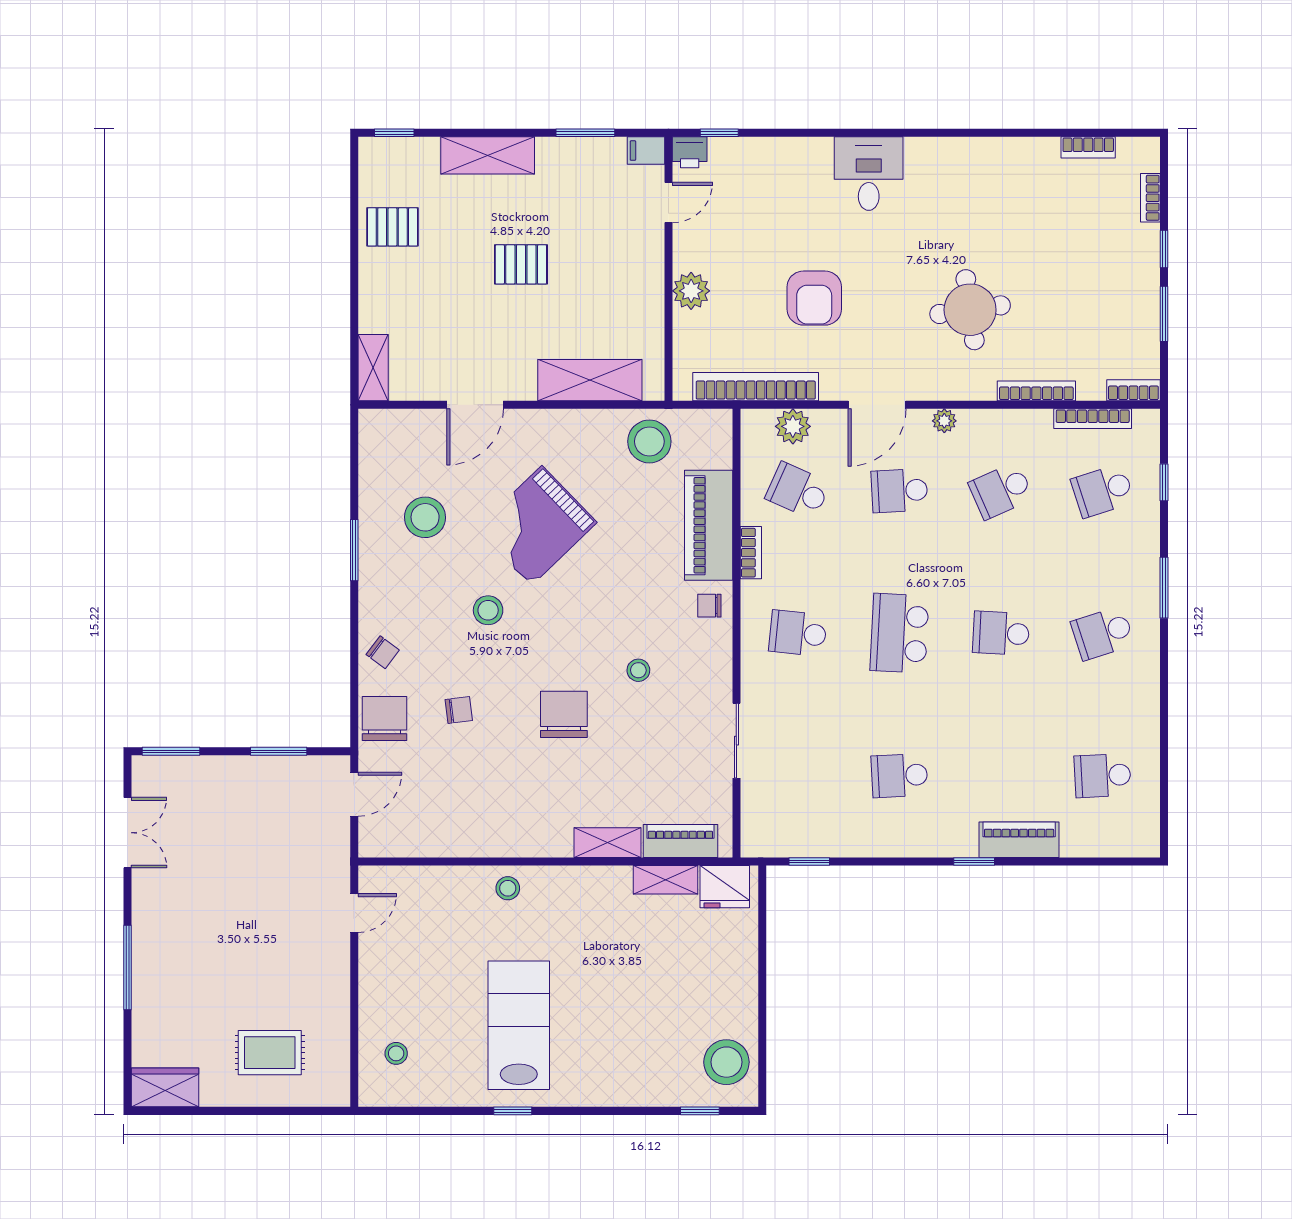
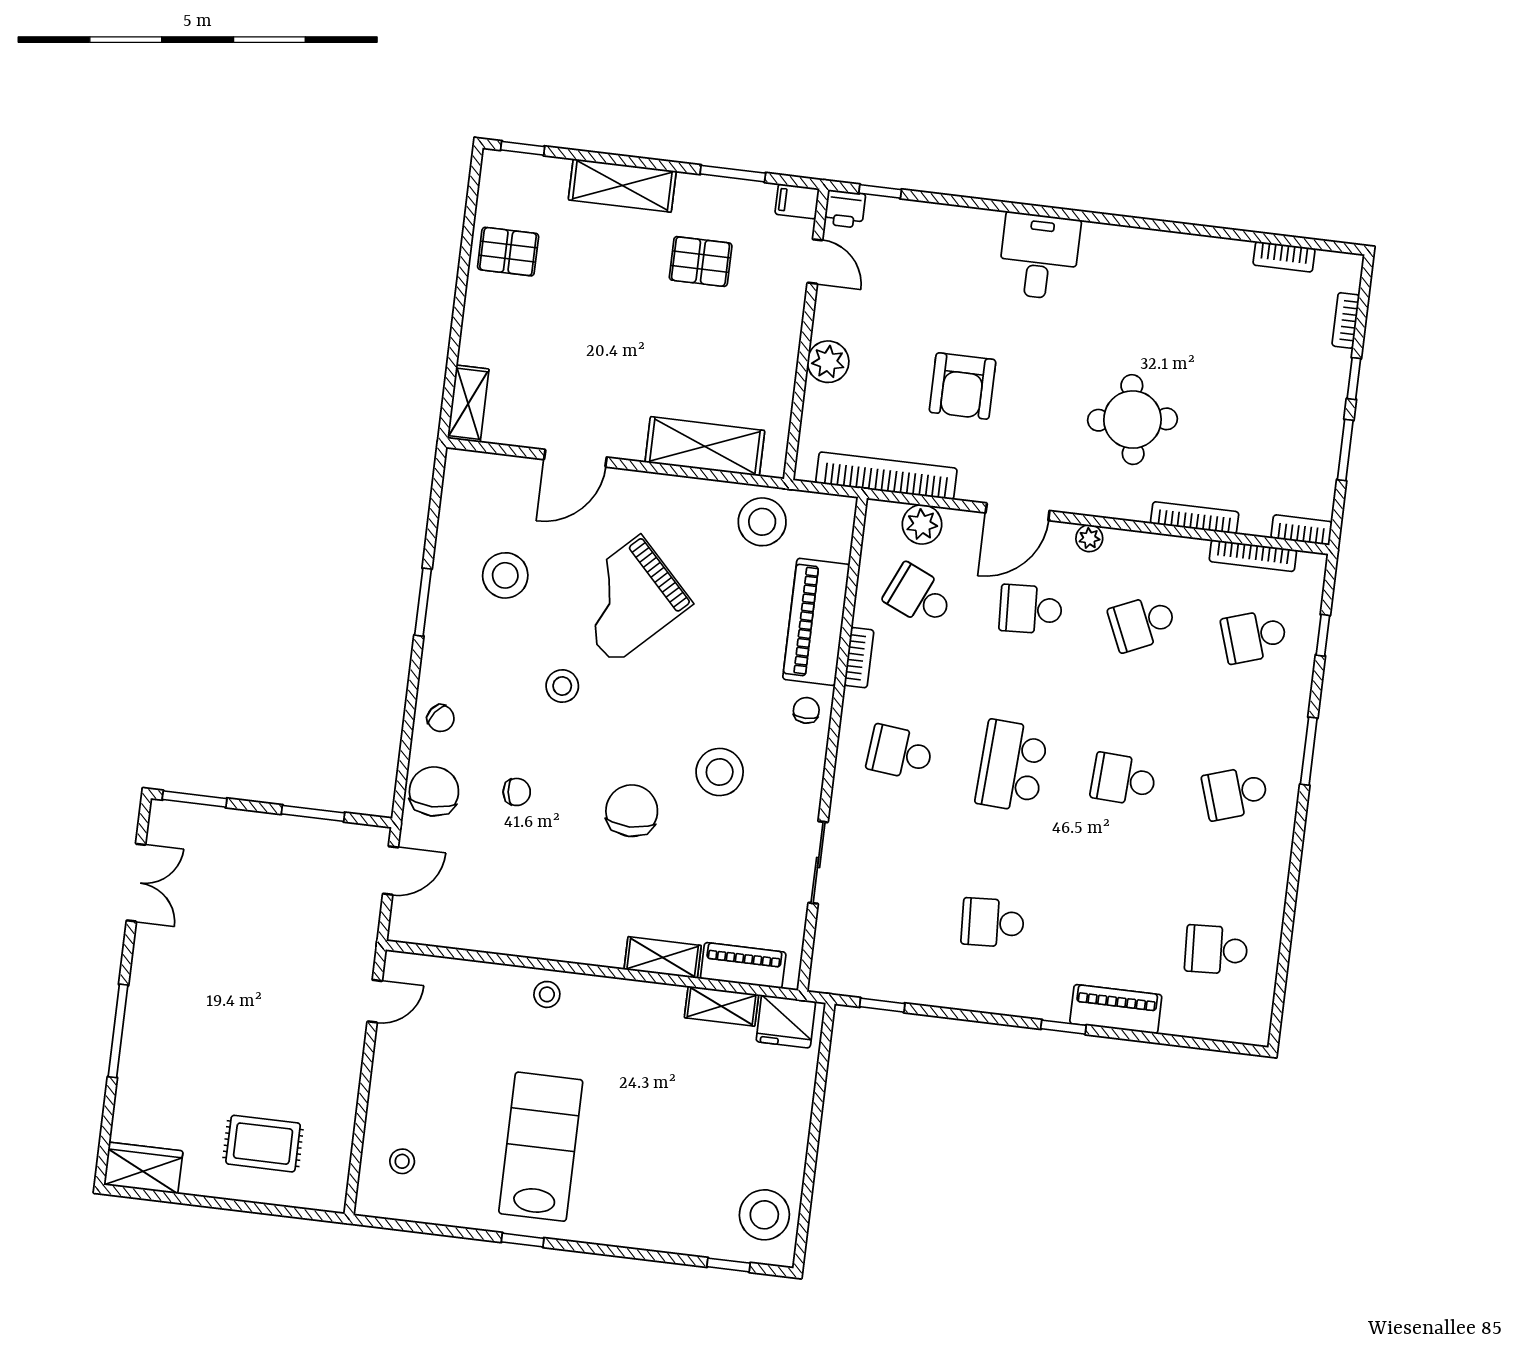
door: (668, 203) -> (815, 261), hinge flipped
pallet: (521, 264) -> (701, 262), moved
chair: (709, 606) -> (806, 710), turned 90
stool: (638, 670) -> (720, 772), width x1.89, depth x1.89

